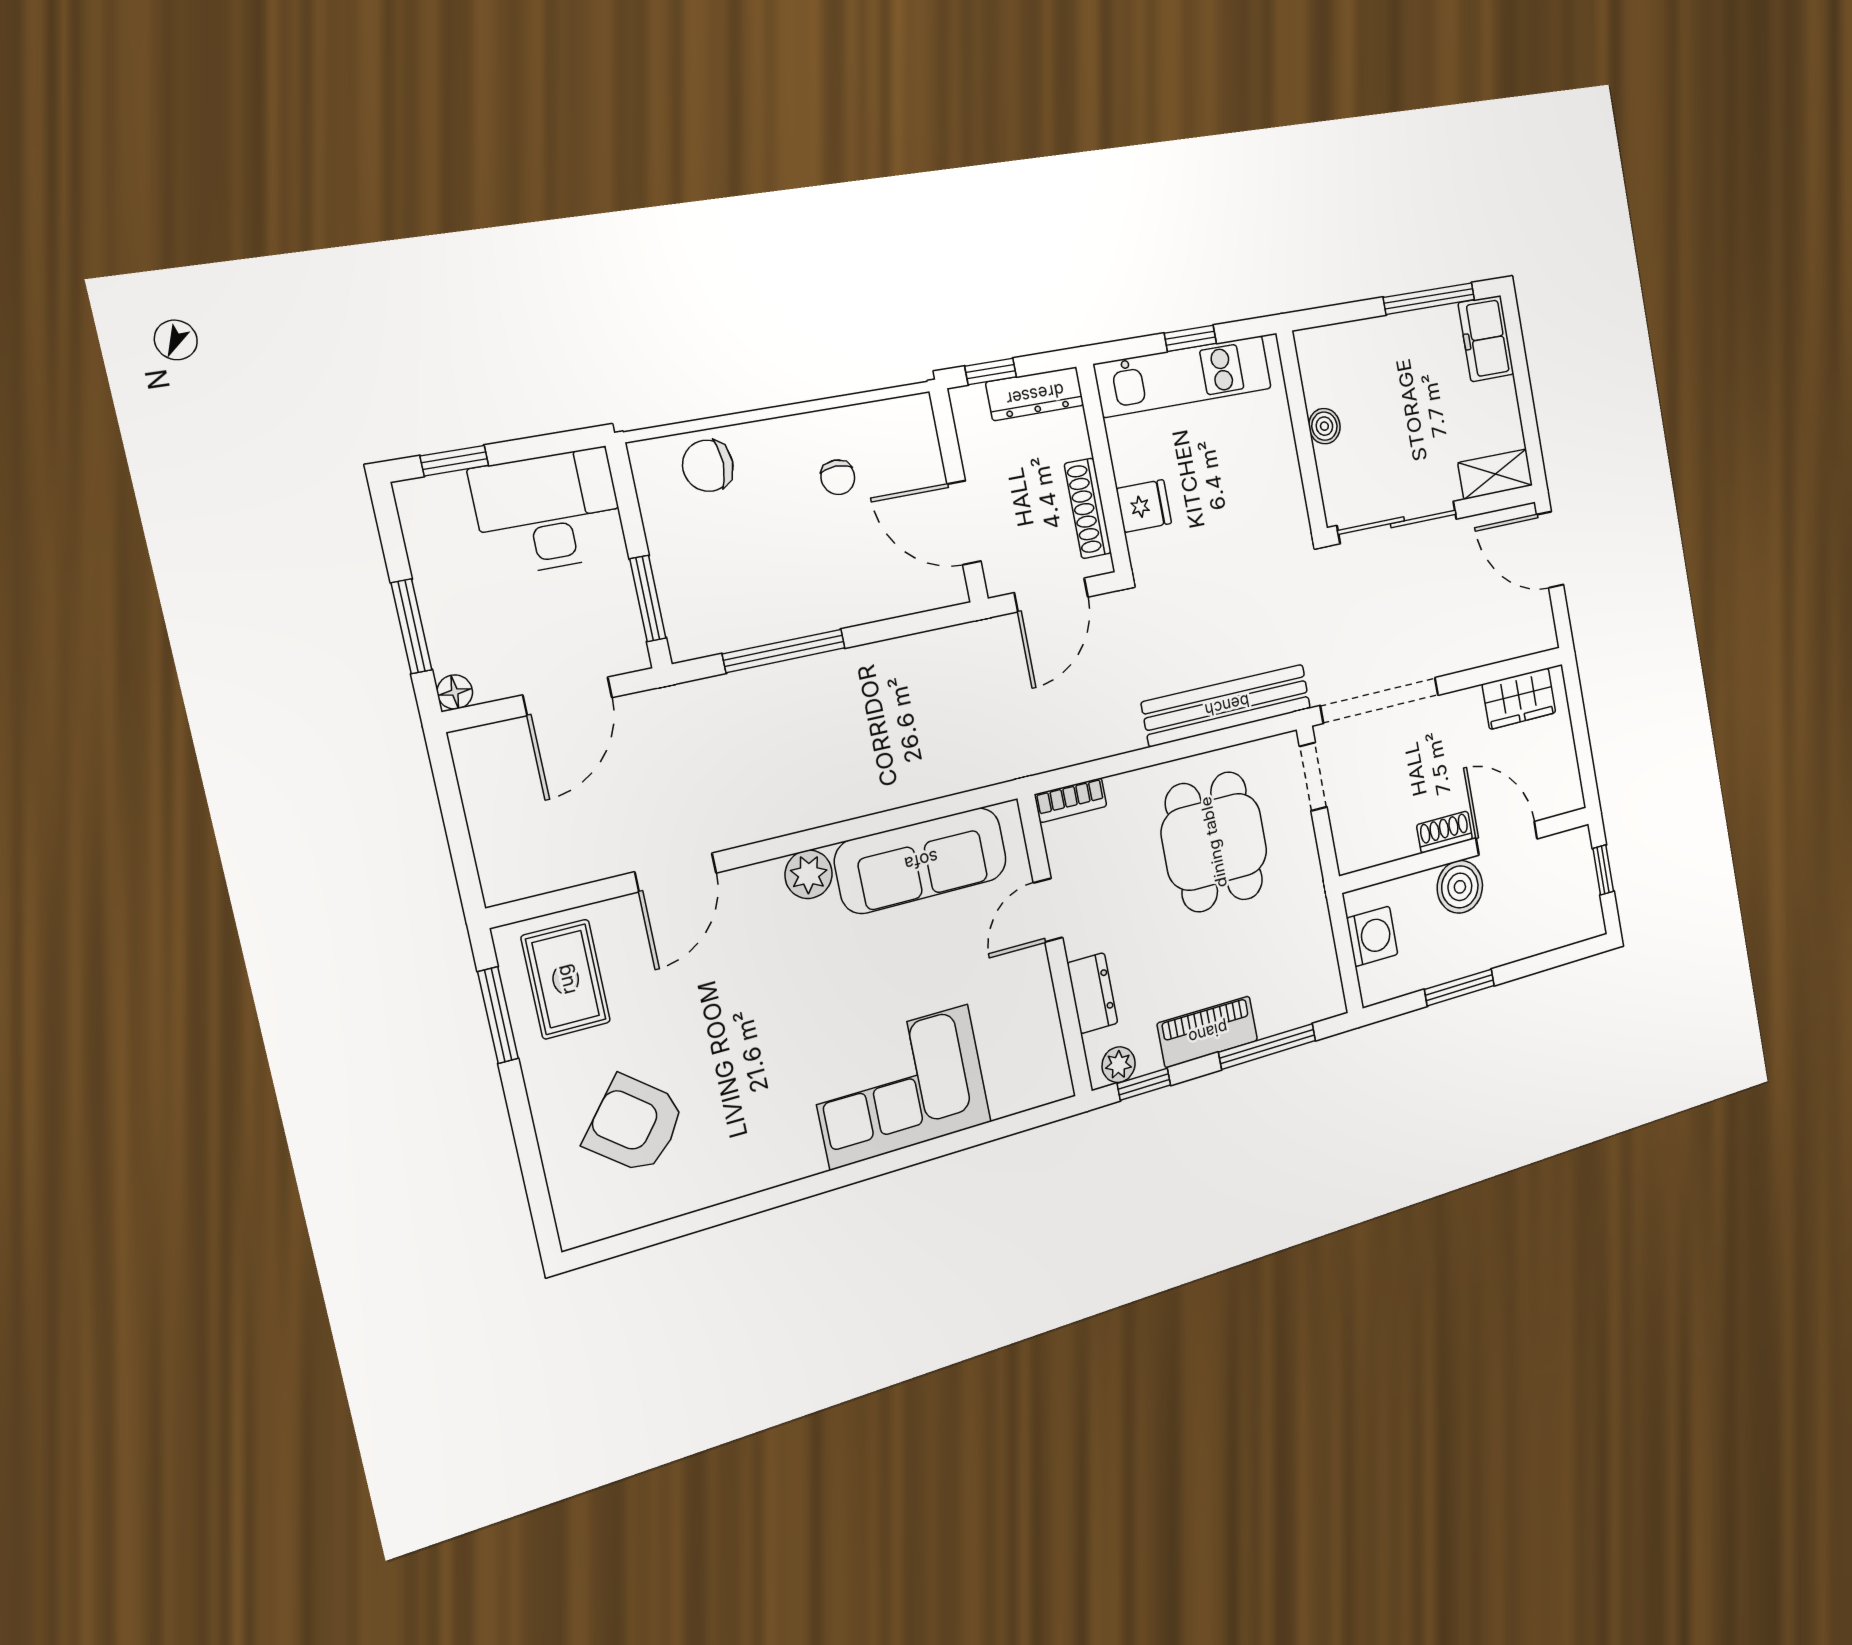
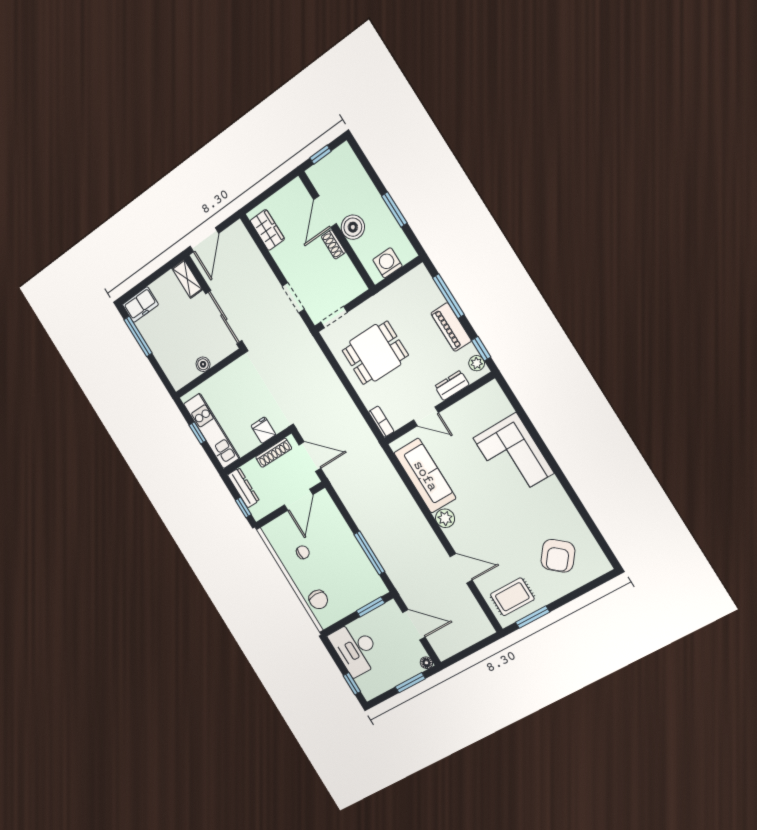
doorway: (1380, 700) -> (293, 298), width x0.53
bench: (1227, 705) -> (321, 367), removed

